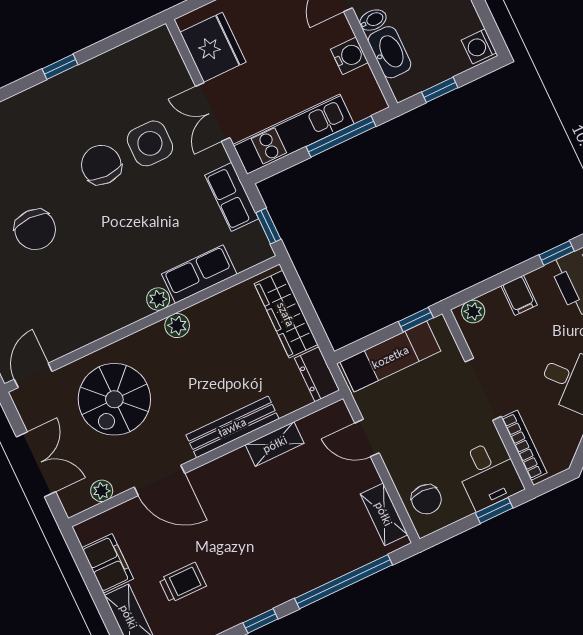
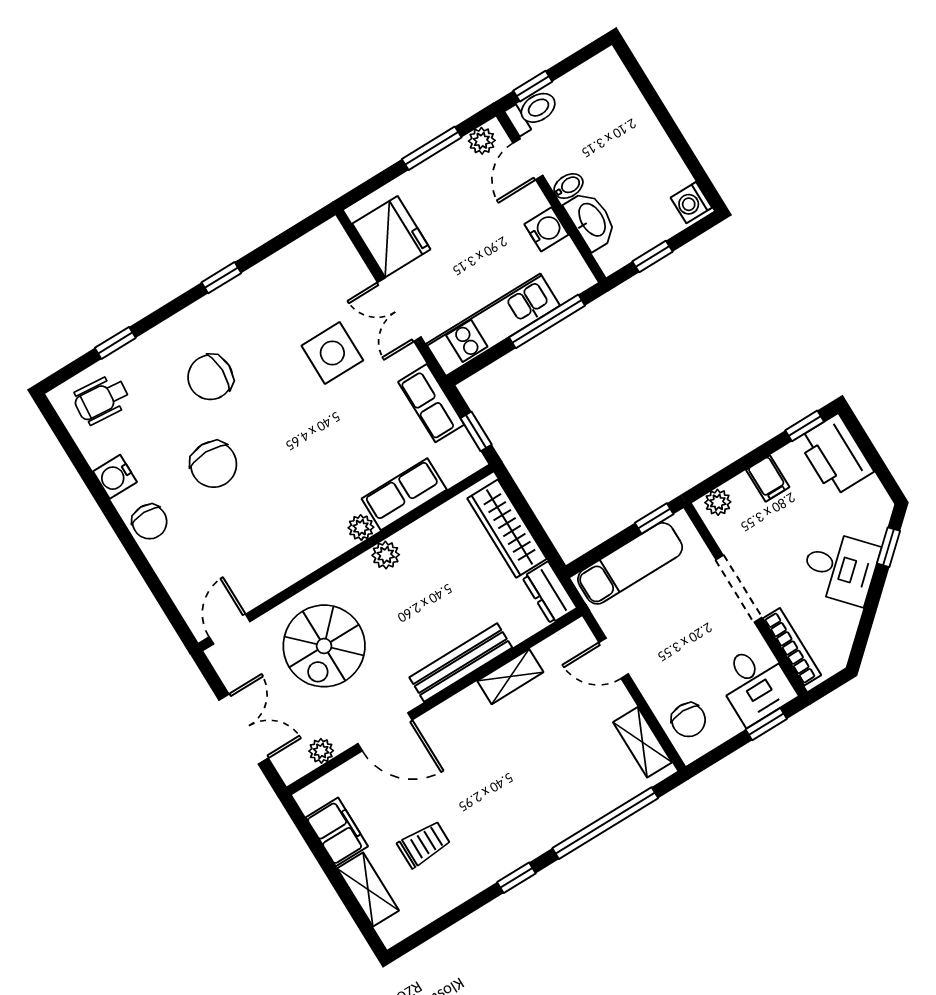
chair: (101, 165) -> (210, 377), moved, turned -90

